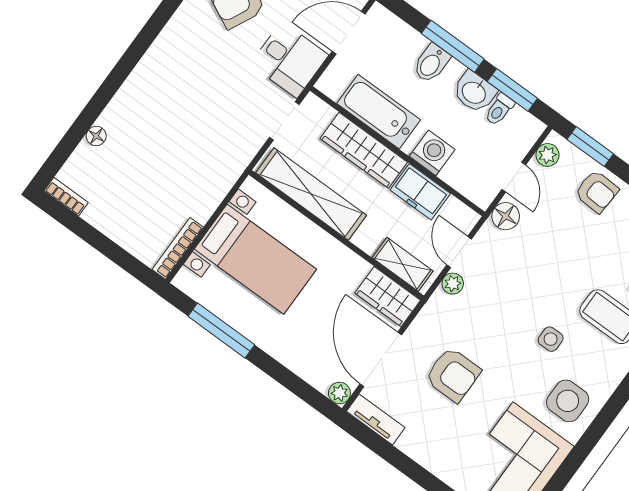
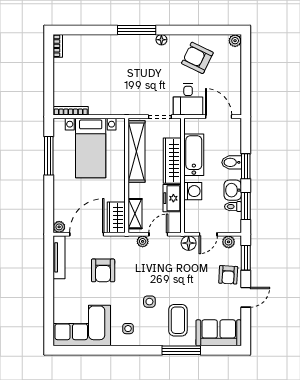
window: (453, 46) -> (246, 166), width x0.69
window: (129, 61) -> (137, 30), added
floor lamp: (96, 136) -> (161, 40), moved
side table: (568, 401) -> (128, 329), width x0.54, depth x0.54
tv unit: (376, 419) -> (59, 257), width x1.41

